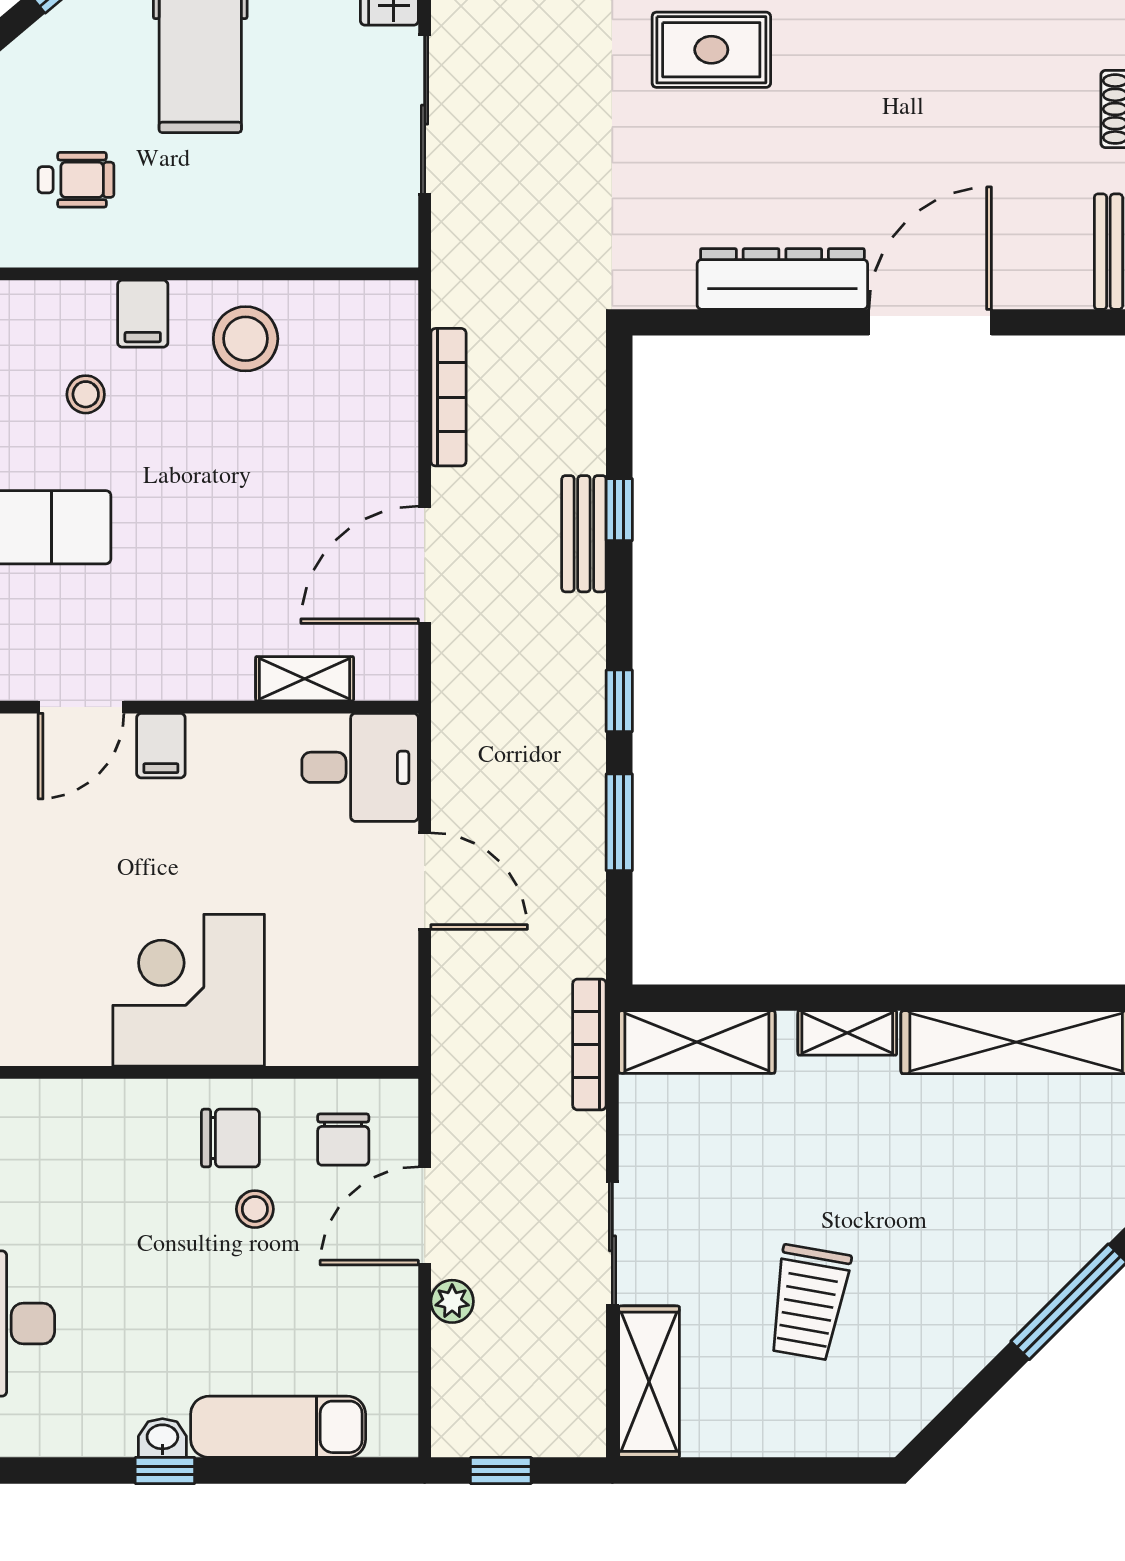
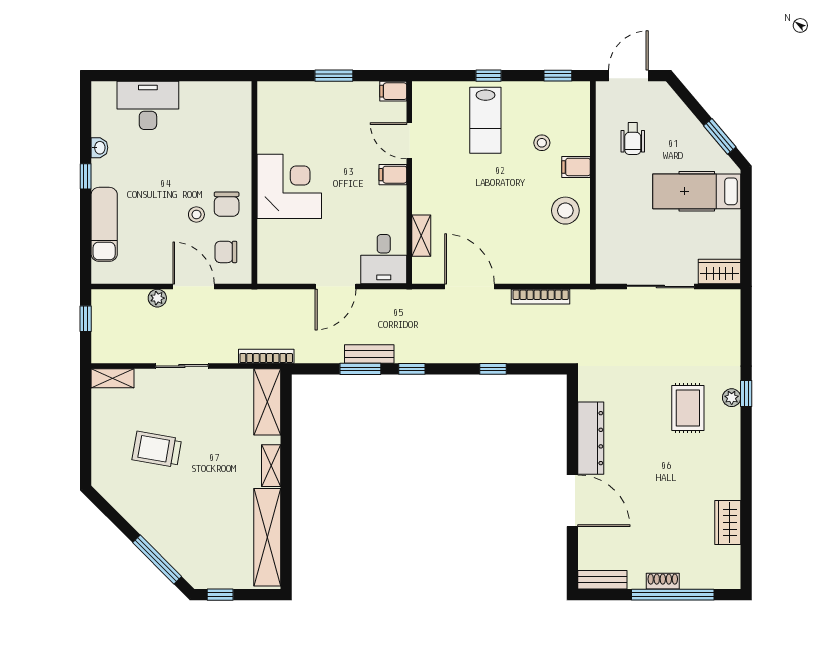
bench: (584, 534) -> (369, 354), moved
shelving: (649, 1382) -> (113, 378), width x0.67, depth x0.75
washbasin: (162, 1438) -> (99, 148), moved

